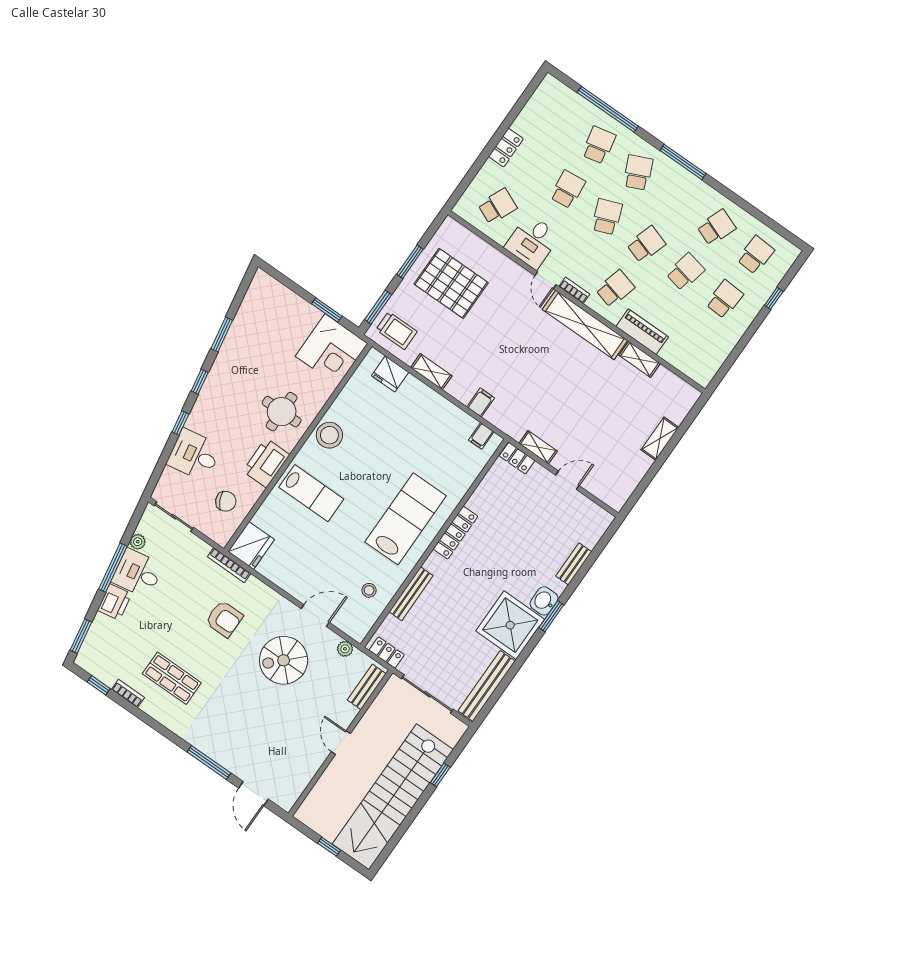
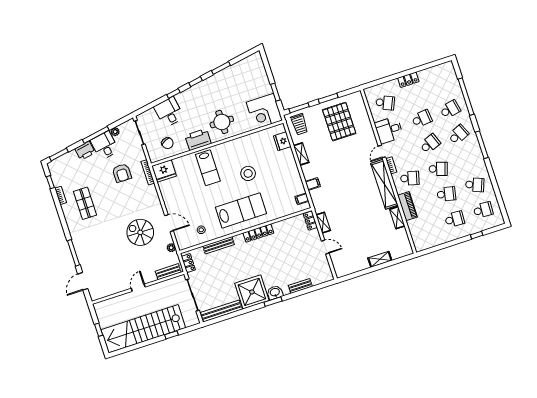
stool: (329, 435) -> (248, 173), moved
armchair: (224, 619) -> (122, 173), moved

